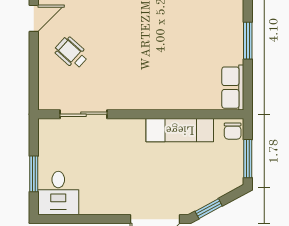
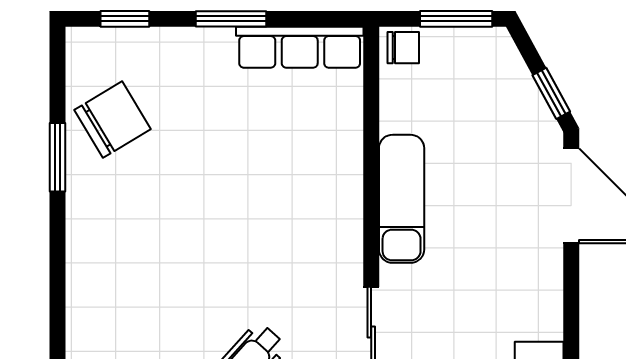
row of seats: (233, 88) -> (300, 47), width x1.48
exam couch: (180, 130) -> (402, 199), moved

